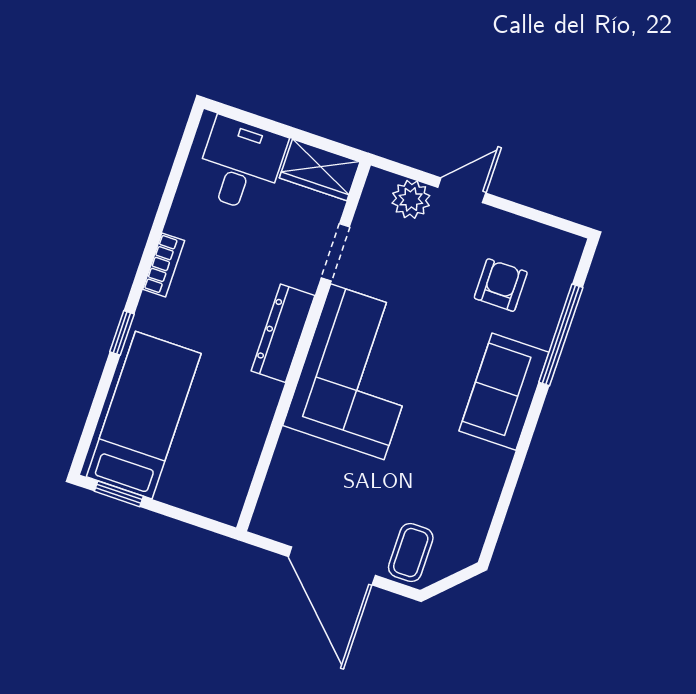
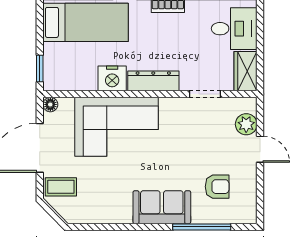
corner sofa: (357, 372) -> (116, 127), moved
nightstand: (255, 402) -> (112, 78), added
window: (119, 494) -> (40, 69), moved
floor lamp: (264, 523) -> (50, 104), added

